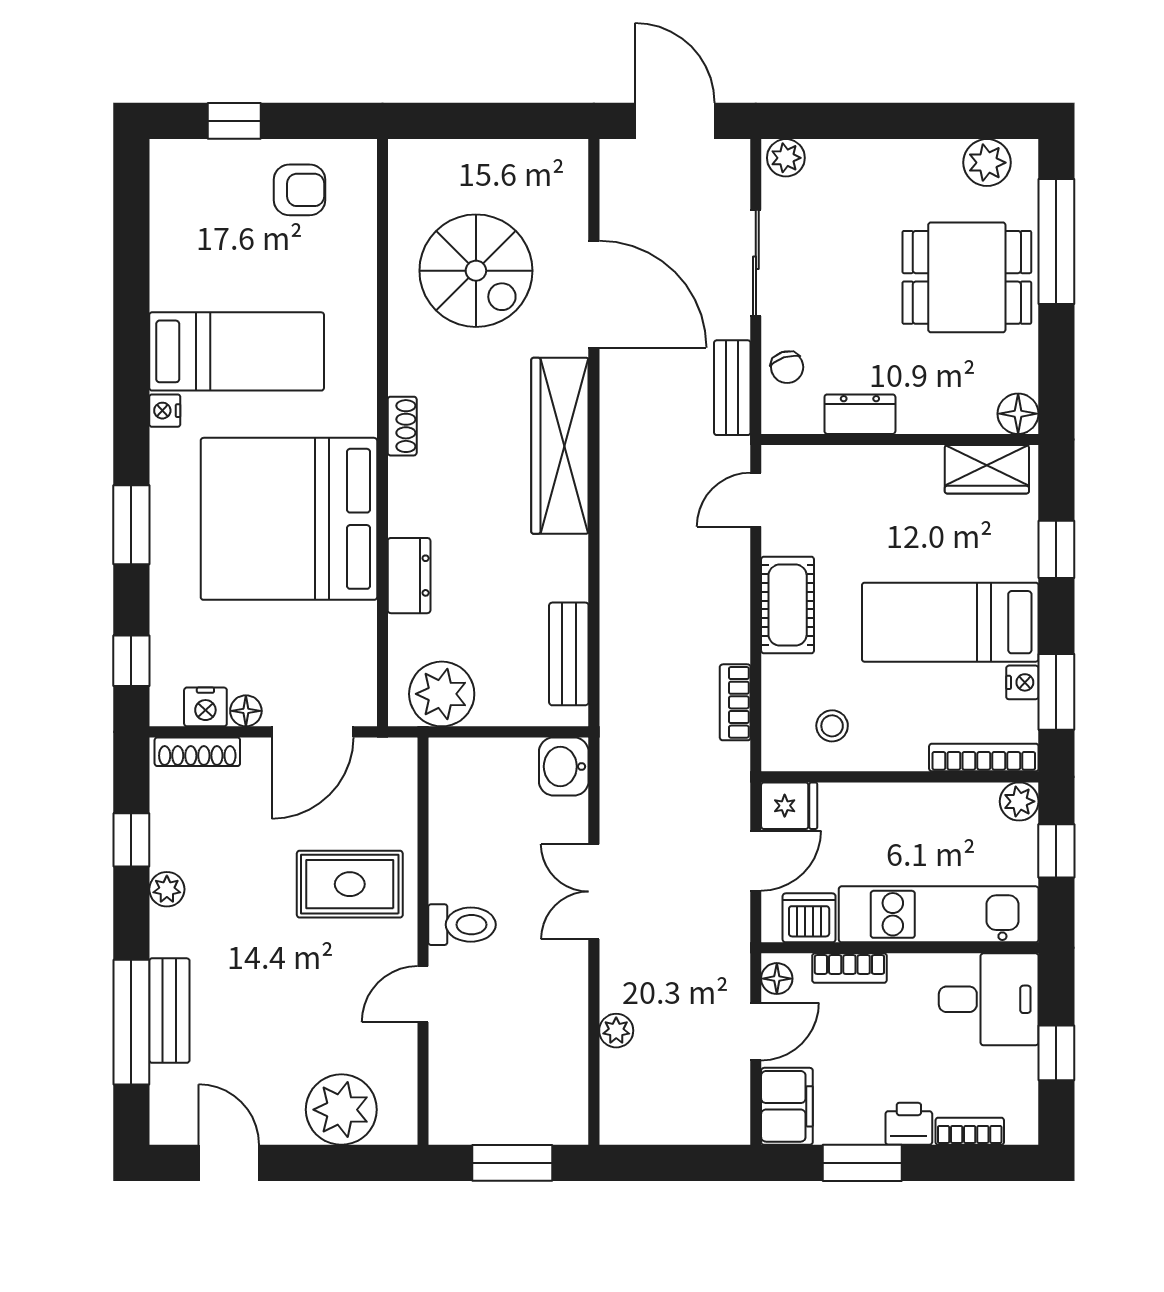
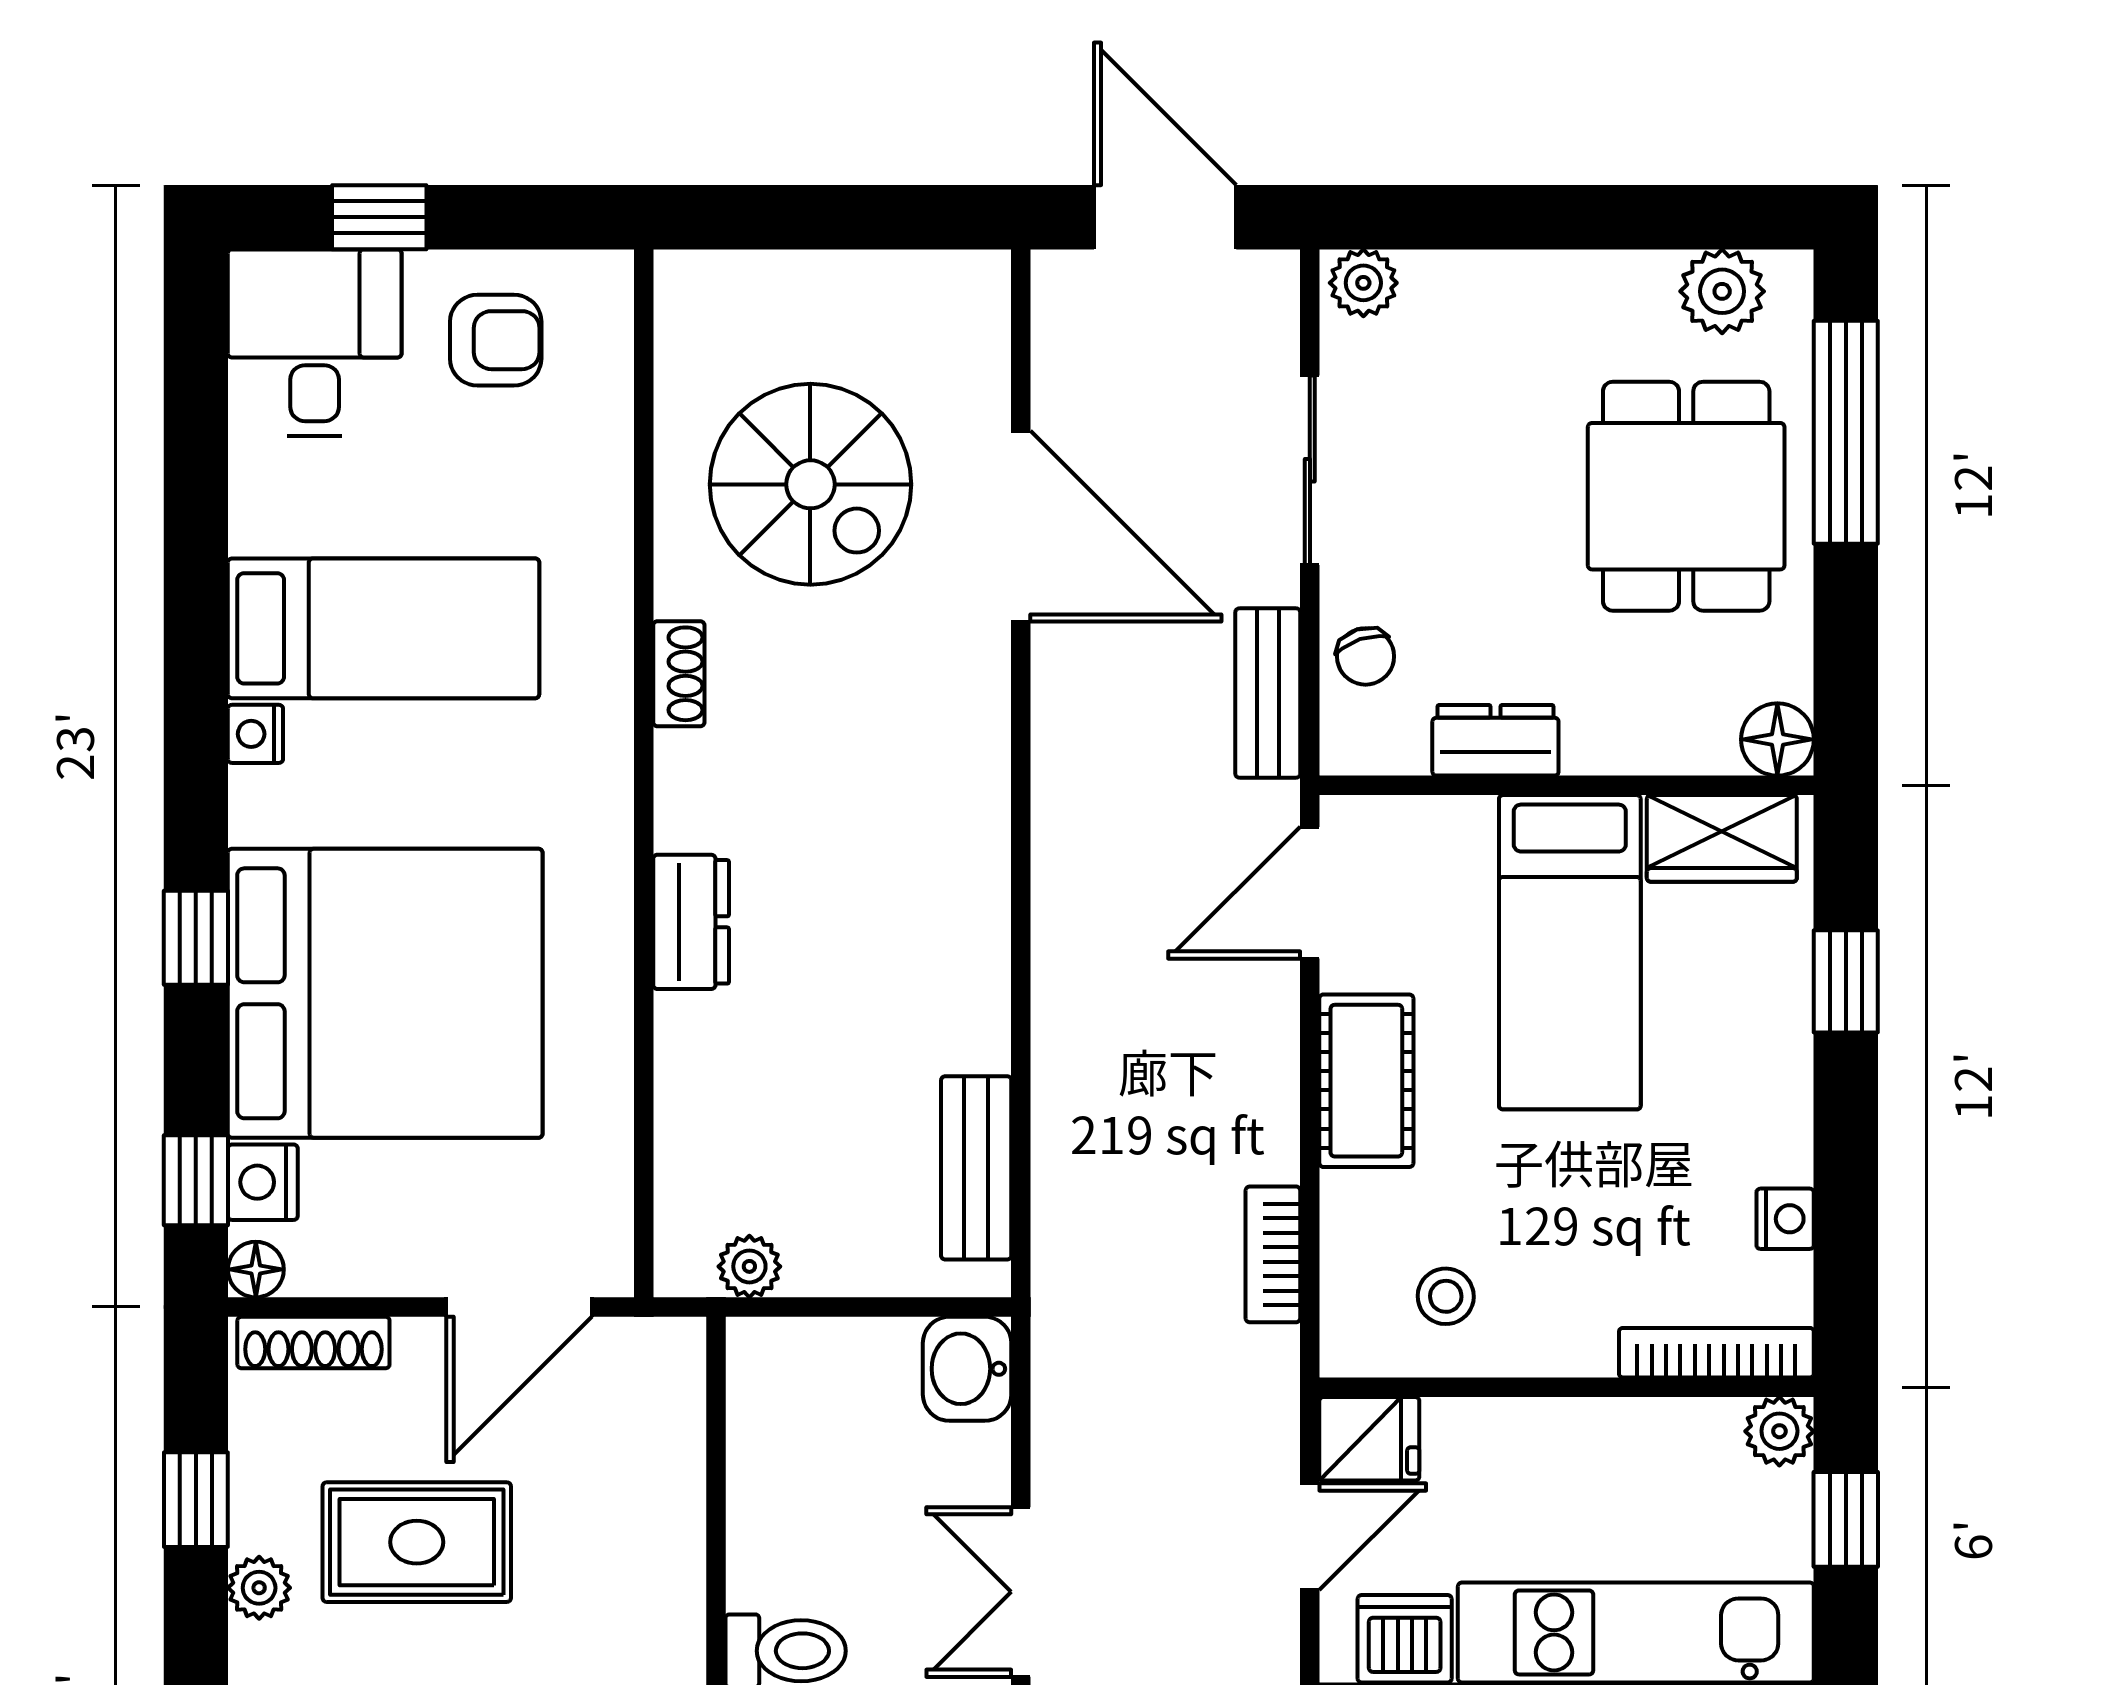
desk: (198, 191) -> (315, 343), added
dining table: (967, 277) -> (1686, 496), turned 90
shoe rack: (402, 426) -> (679, 674), moved
wardrobe: (560, 446) -> (960, 797), removed
door: (756, 500) -> (1310, 893), width x1.38
bed: (289, 519) -> (385, 993), moved, turned 180
window: (131, 525) -> (196, 938), width x0.67
dresser: (409, 576) -> (691, 922), moved
bed: (950, 622) -> (1570, 952), moved, turned -90
window: (1056, 692) -> (1846, 1236), removed
plant: (442, 694) -> (749, 1266), width x0.53, depth x0.53
nightstand: (205, 707) -> (263, 1182), moved, turned 90
floor lamp: (246, 711) -> (256, 1269), moved
rug: (350, 884) -> (417, 1542), moved

